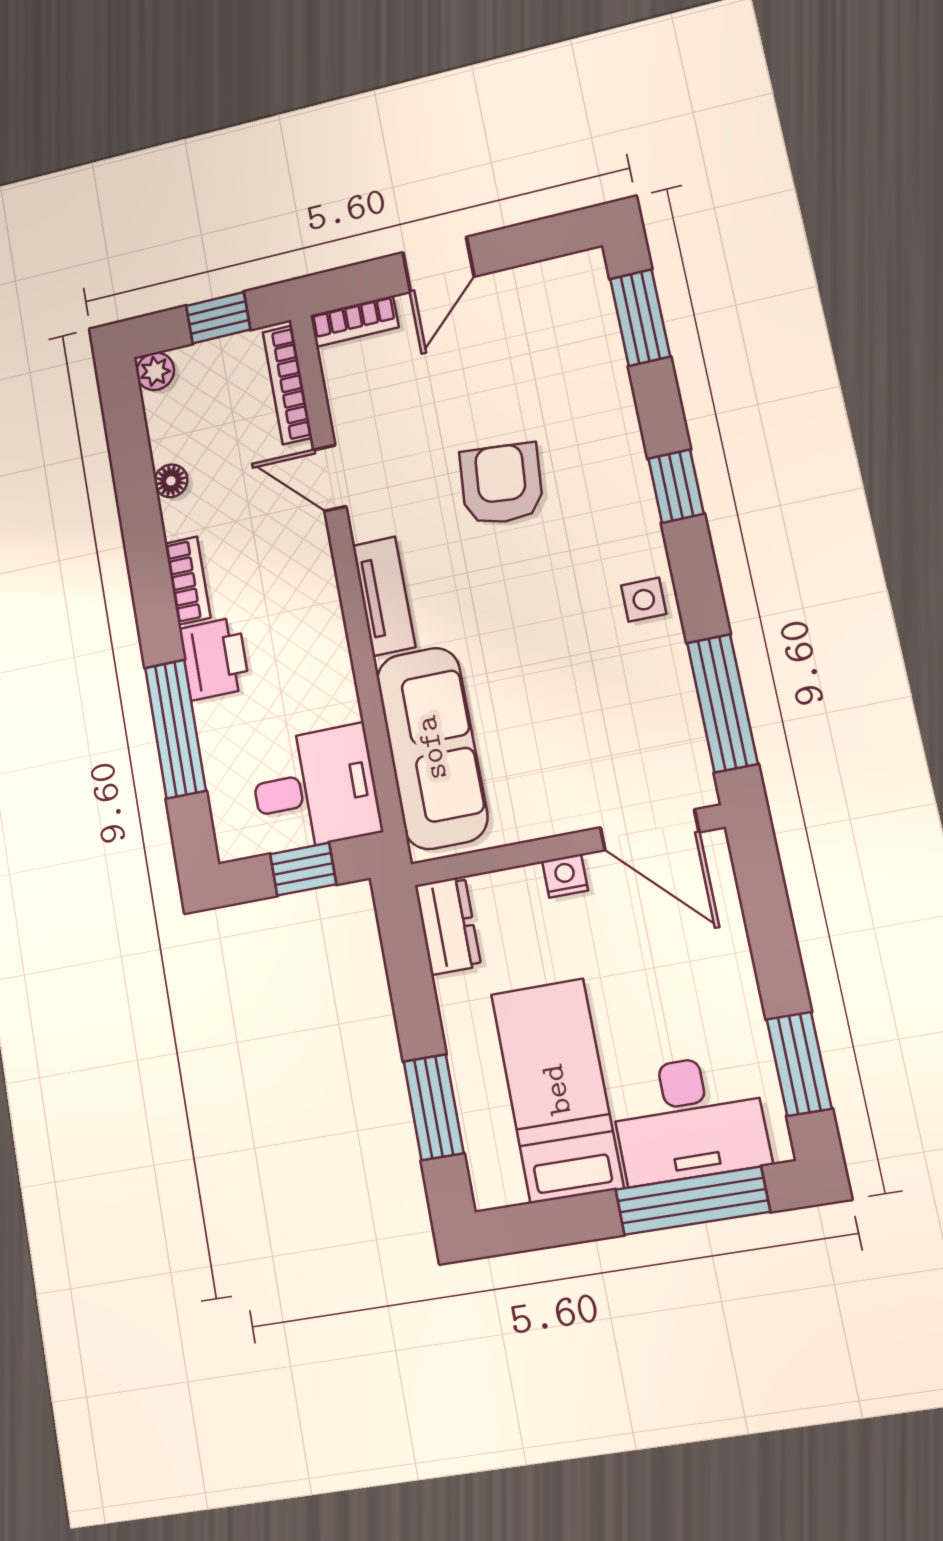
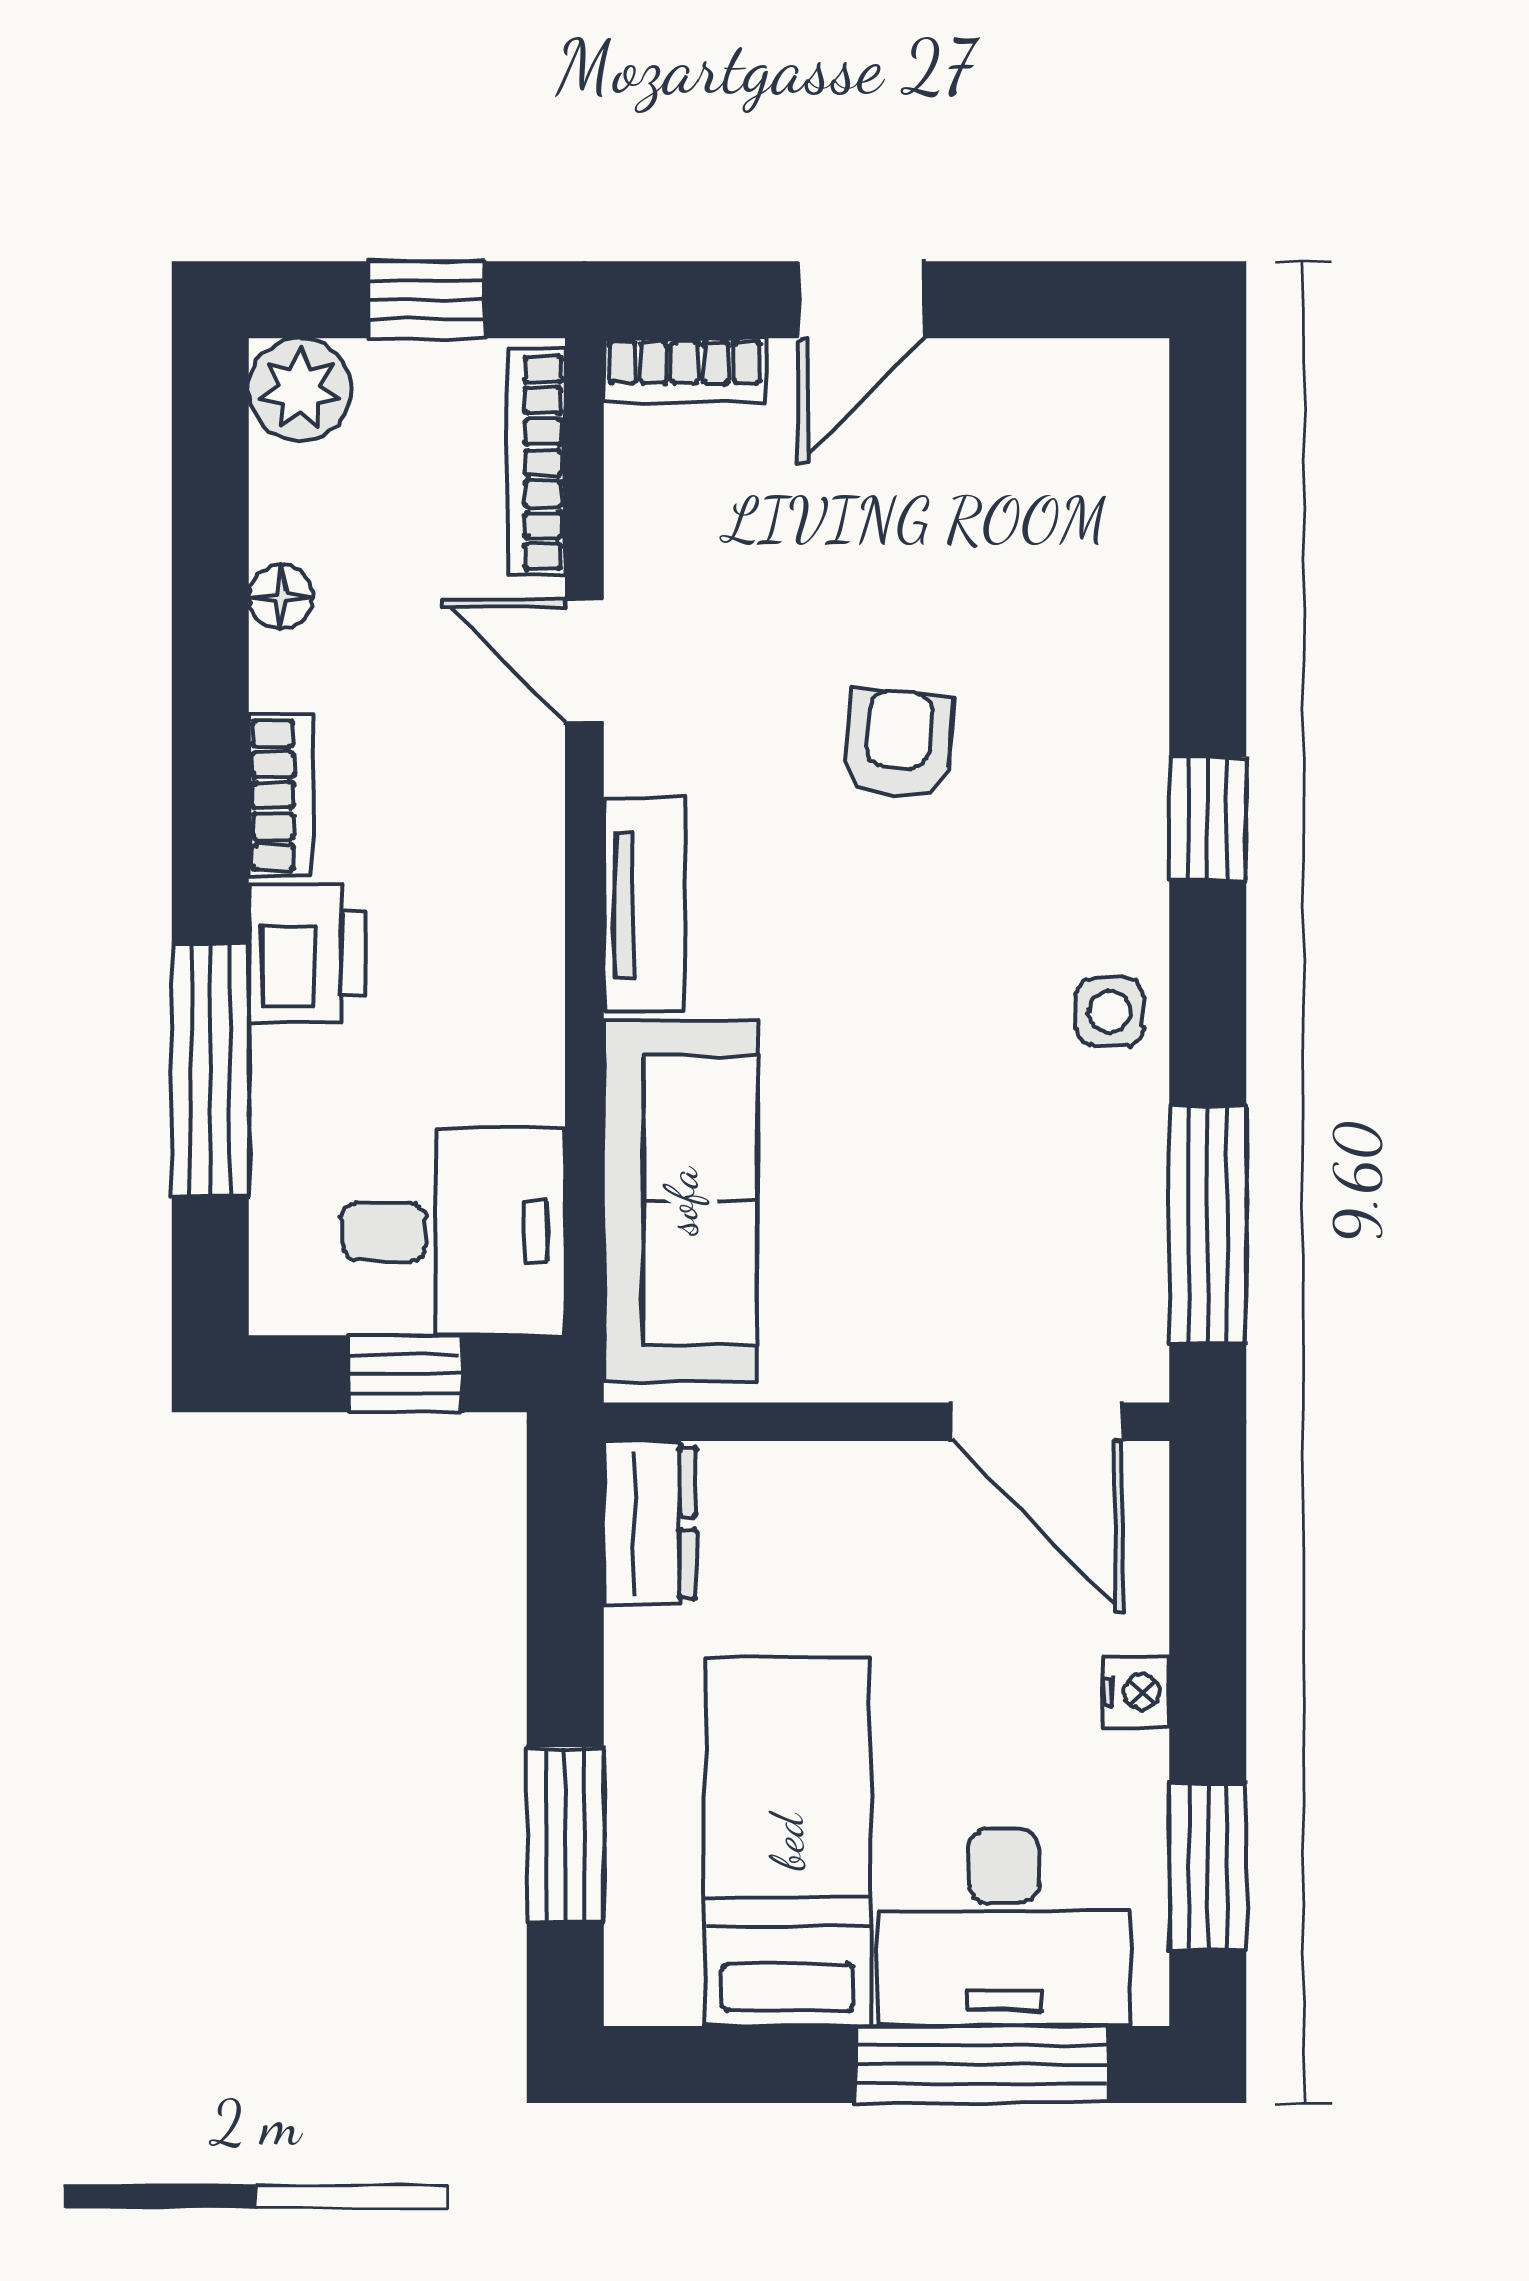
window: (640, 318) -> (1208, 492), removed
plant: (155, 371) -> (300, 390), width x1.38, depth x1.38
armchair: (501, 484) -> (898, 744), width x0.72, depth x0.72
nightstand: (565, 876) -> (1136, 1692), moved, turned 90

